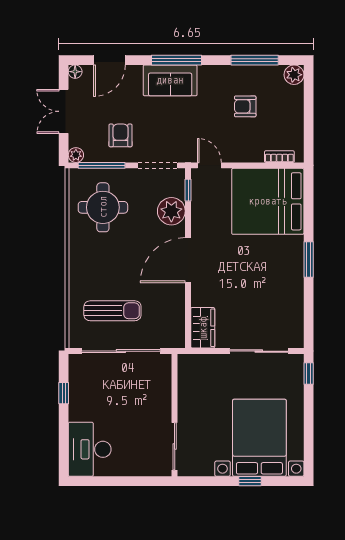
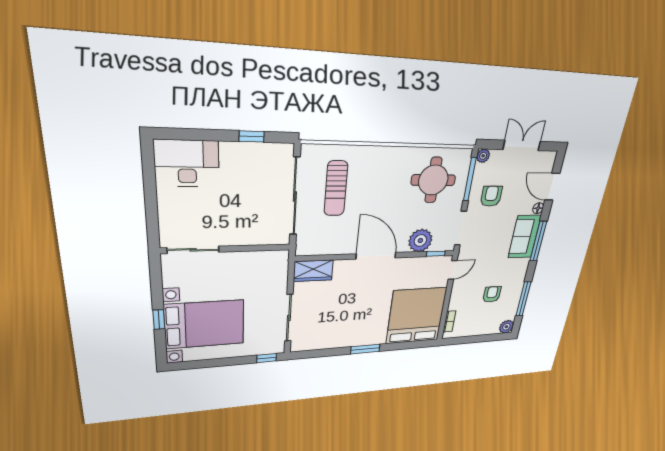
floor lamp: (75, 72) -> (538, 208), moved
armchair: (120, 135) -> (491, 196), turned -90

